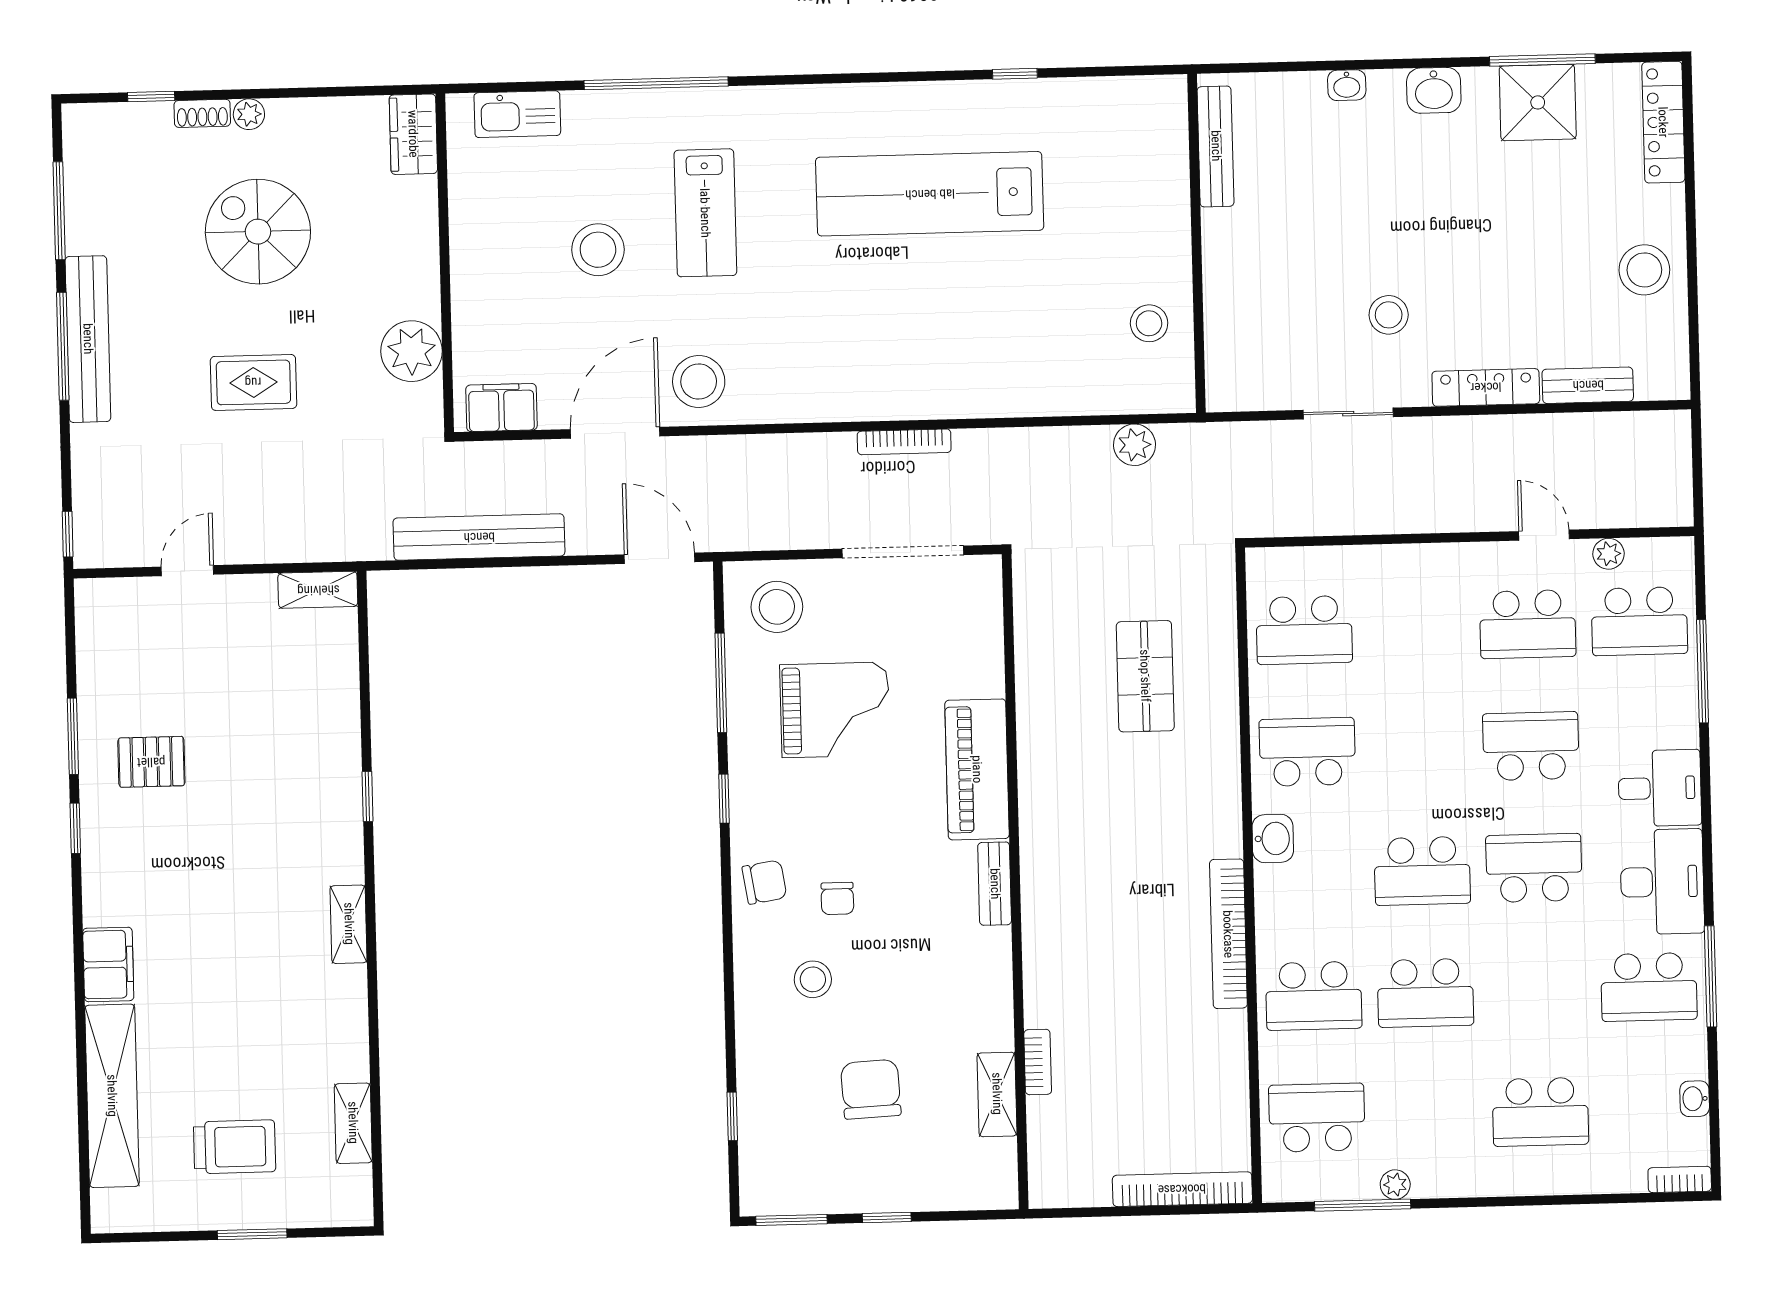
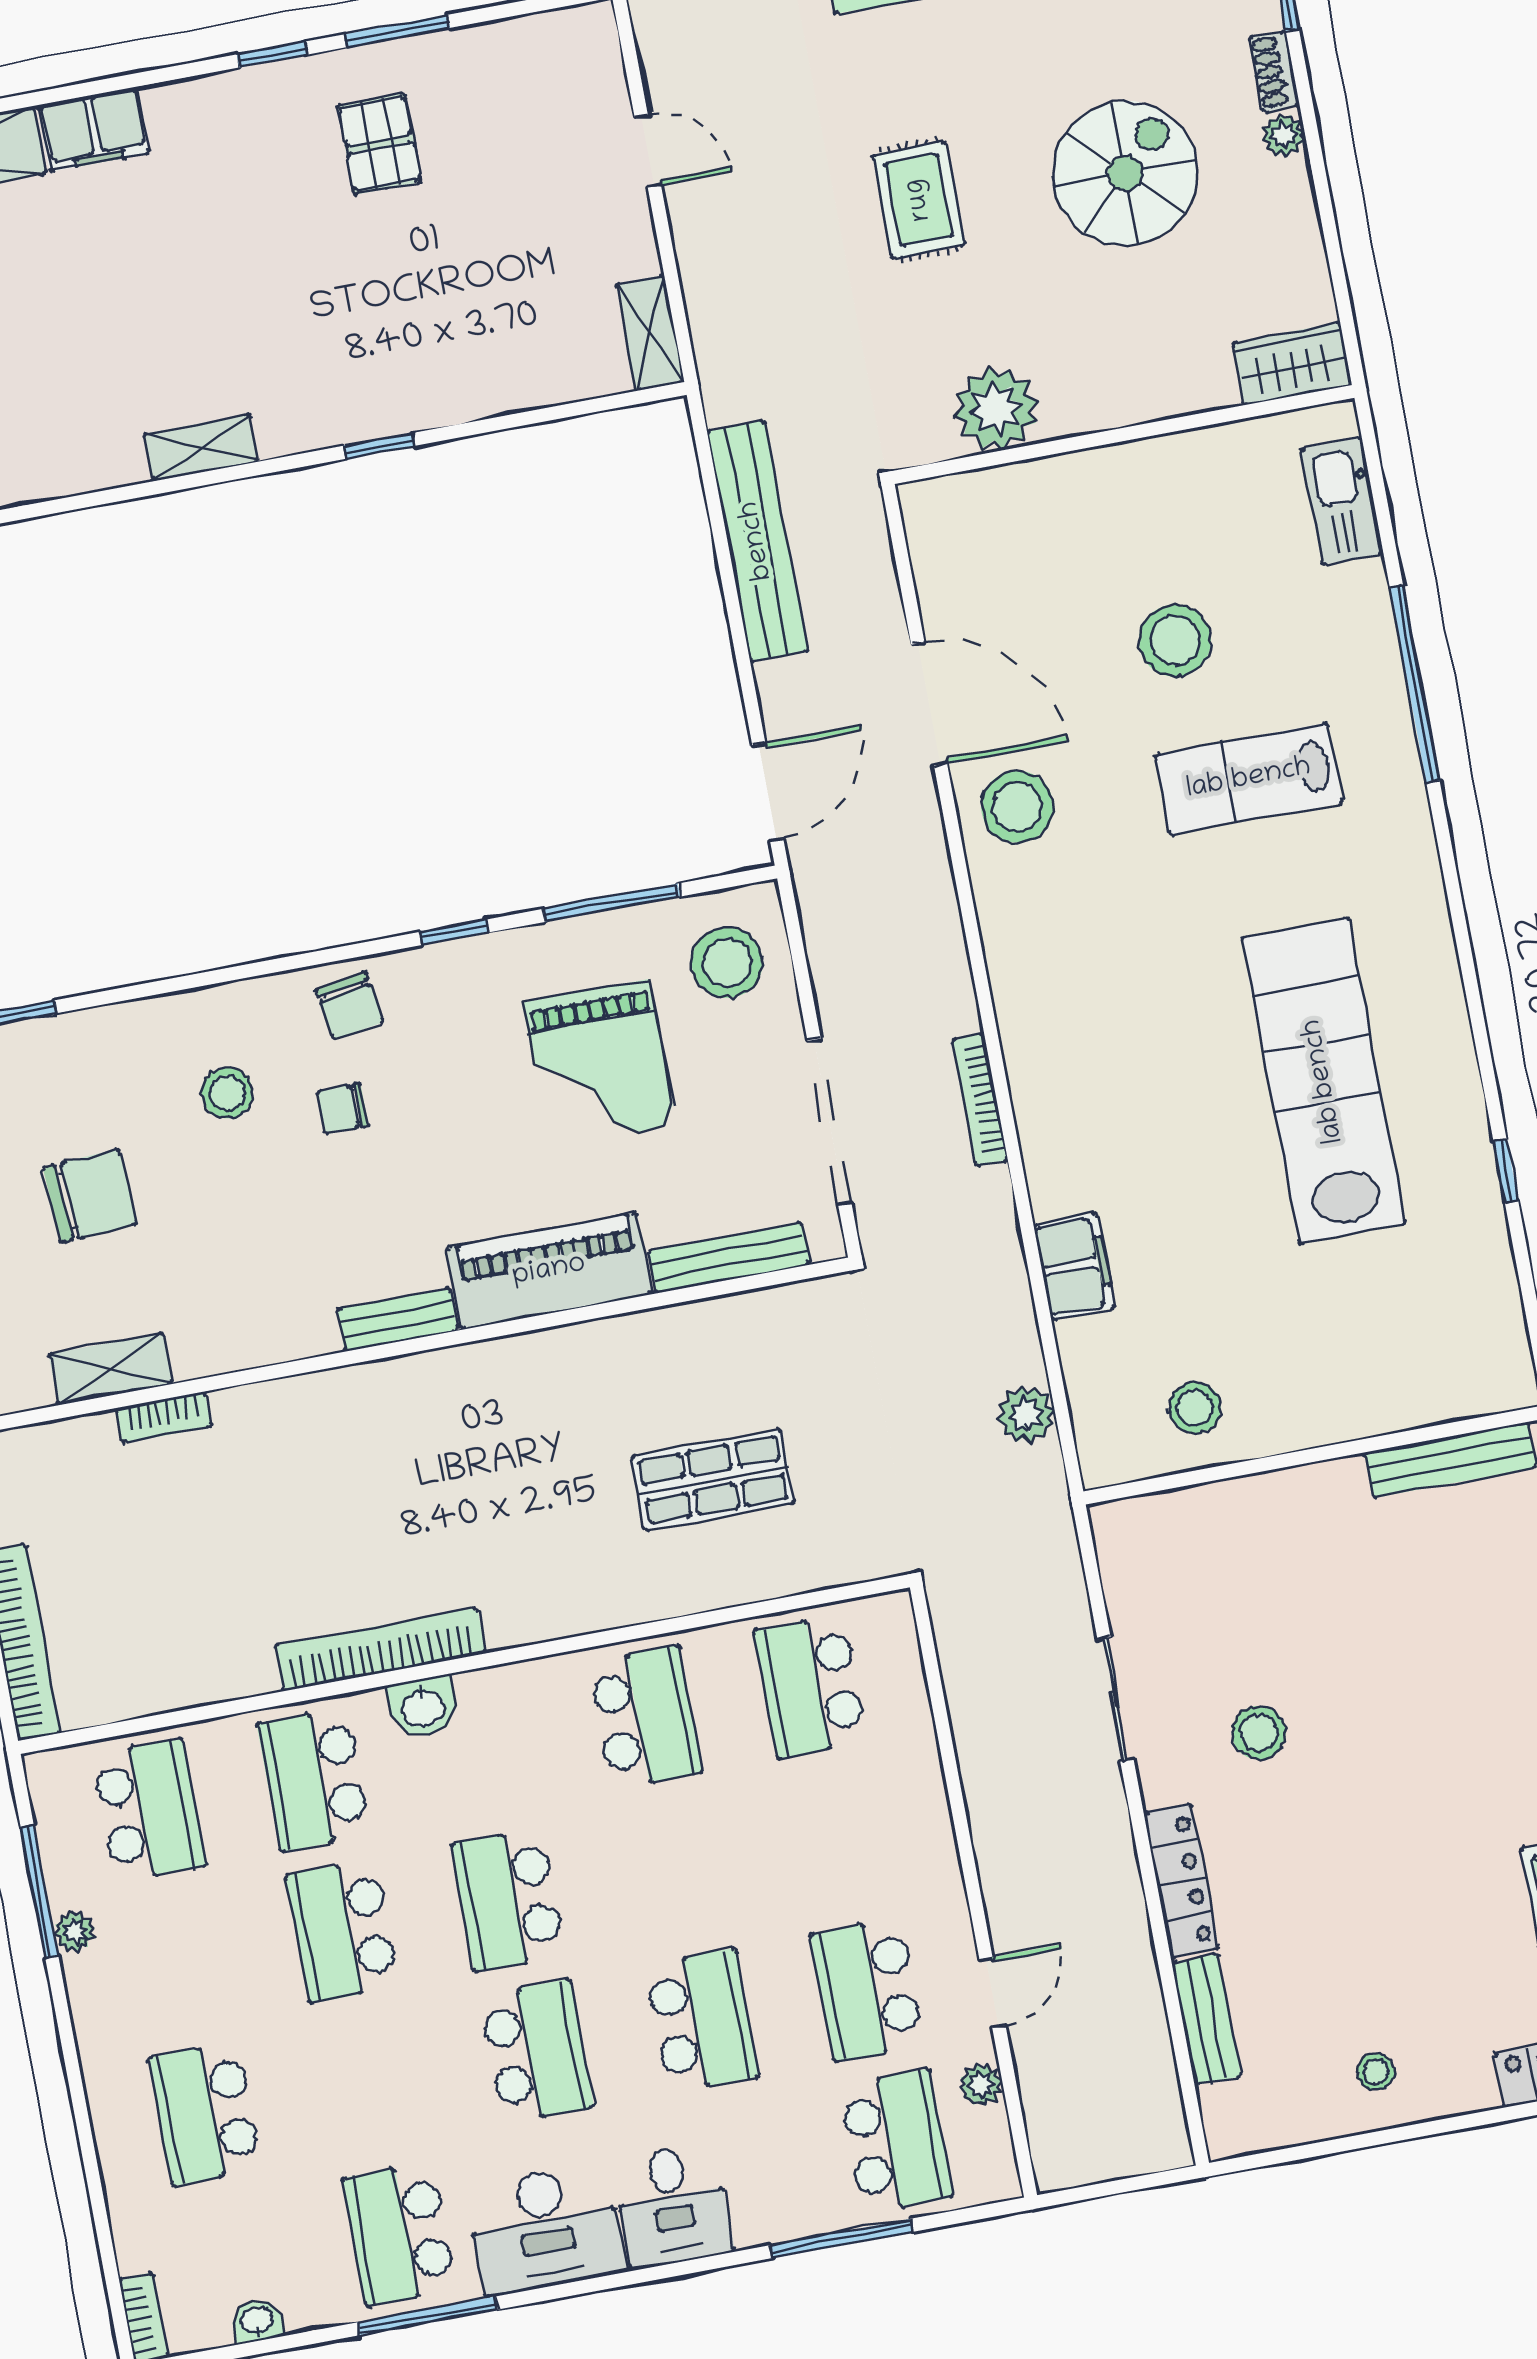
stool: (1644, 270) -> (1376, 2071), width x0.53, depth x0.53
filing cabinet: (501, 408) -> (1074, 1266), moved
school desk: (1639, 621) -> (896, 2141), turned 180
bench: (988, 639) -> (729, 1258), added
washbasin: (1273, 839) -> (423, 1707), moved

